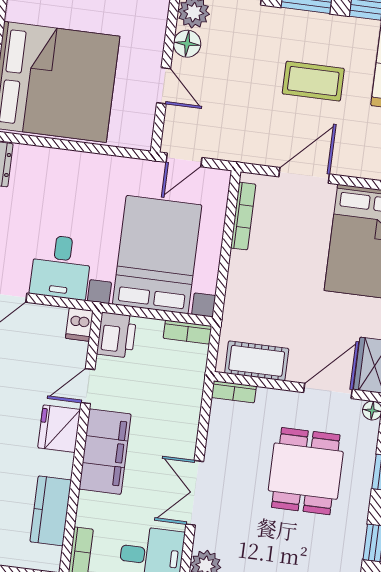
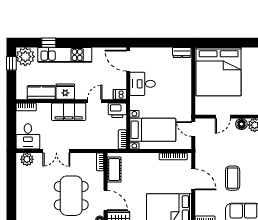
bed with nightstands: (157, 255) -> (153, 130), width x0.73
door: (88, 386) -> (95, 101), hinge flipped
fridge: (59, 429) -> (65, 92), moved
dining table: (306, 471) -> (71, 196), width x1.38
double door: (195, 493) -> (56, 151), swing flipped

